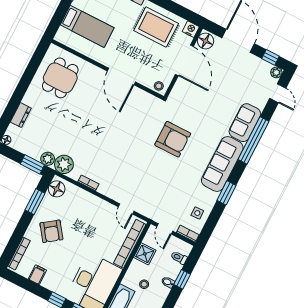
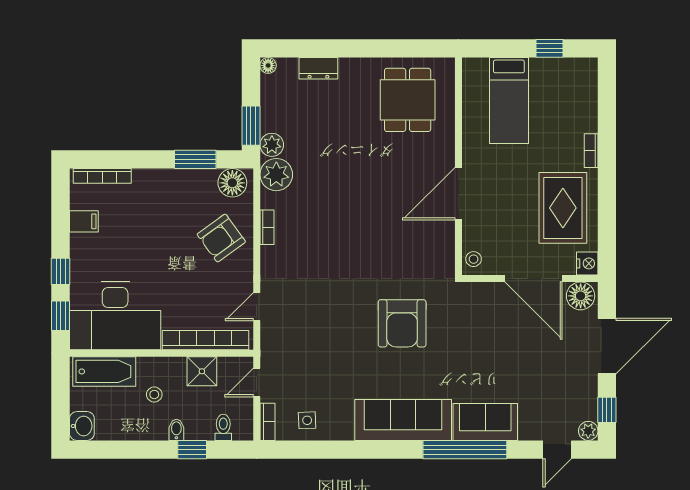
door: (184, 60) -> (534, 278), hinge flipped
dining table: (60, 78) -> (408, 100), turned 90
window: (227, 193) -> (362, 450), removed
armchair: (51, 231) -> (221, 238), moved

